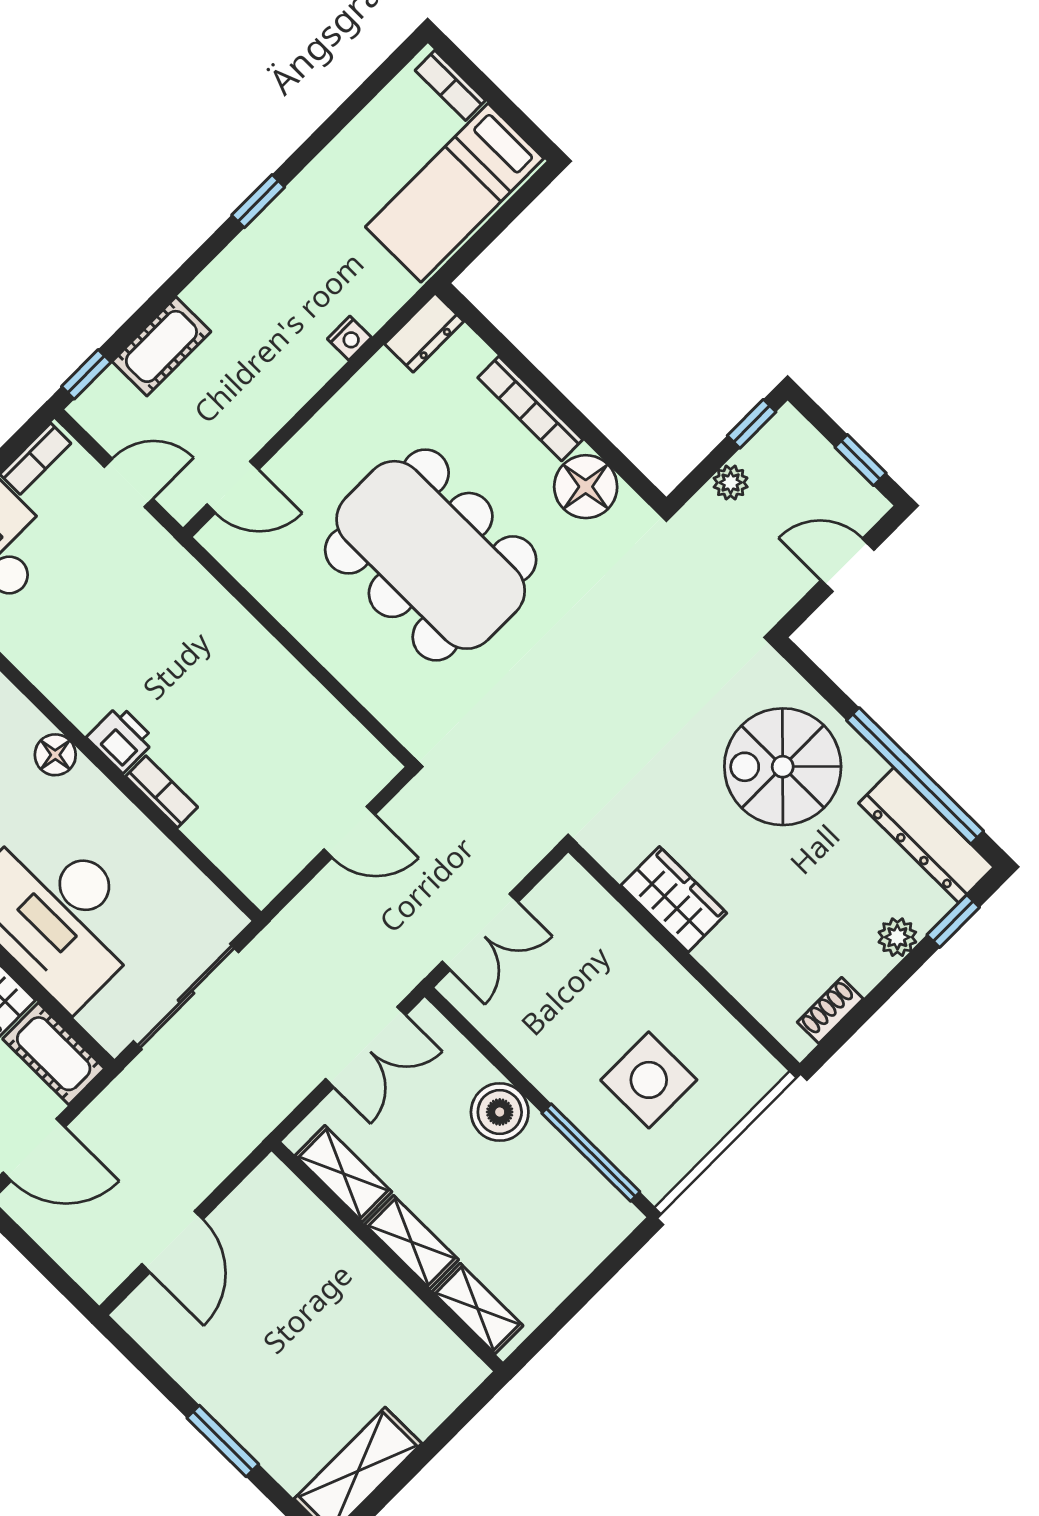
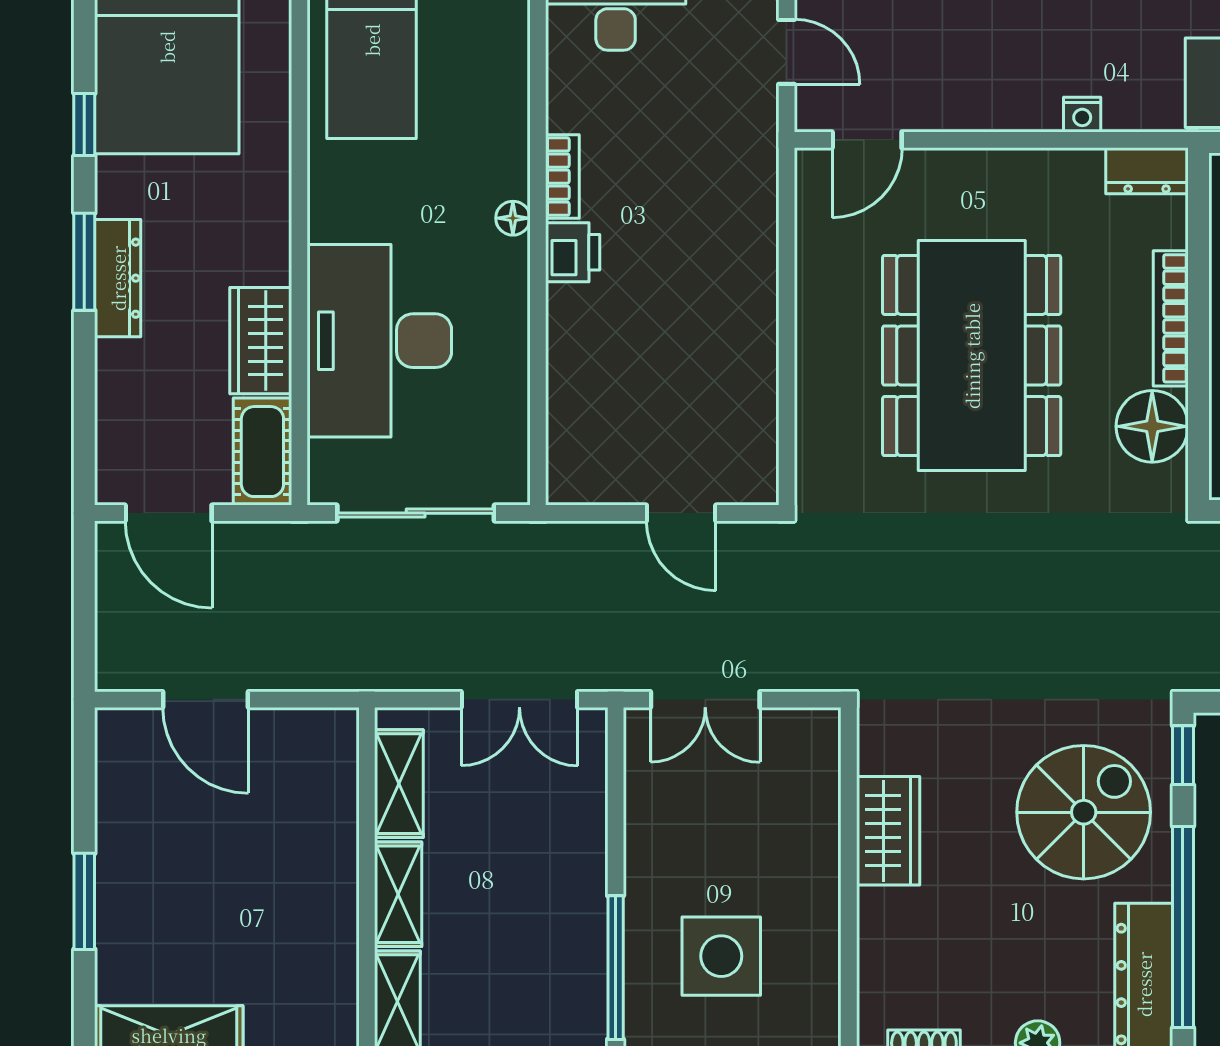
door: (233, 487) -> (867, 140), hinge flipped
window: (809, 670) -> (1183, 755), added
floor lamp: (55, 755) -> (513, 218), width x0.73, depth x0.73
spiral stairs: (783, 767) -> (1084, 812), turned 90
bookcase: (162, 792) -> (562, 177), moved
boiler: (500, 1112) -> (575, 861), removed
door: (172, 1242) -> (206, 700), hinge flipped

